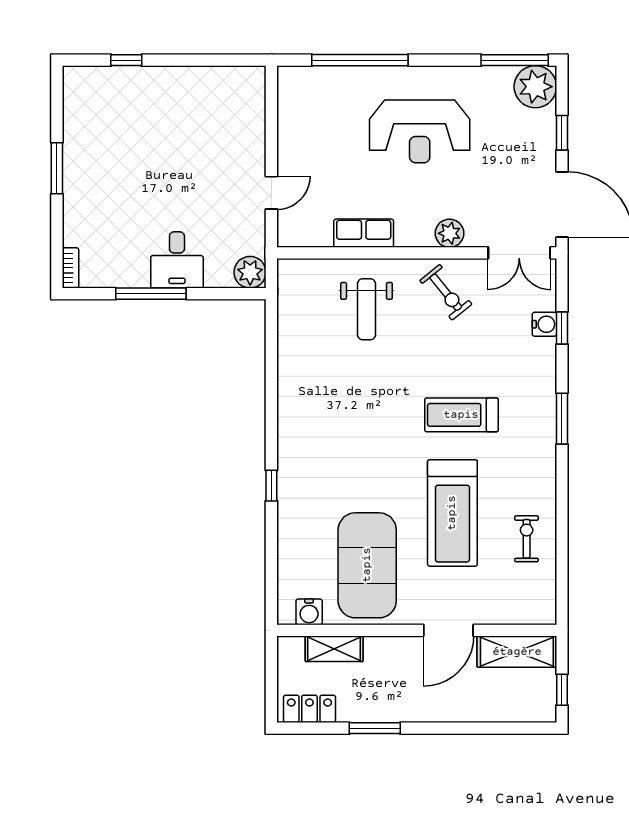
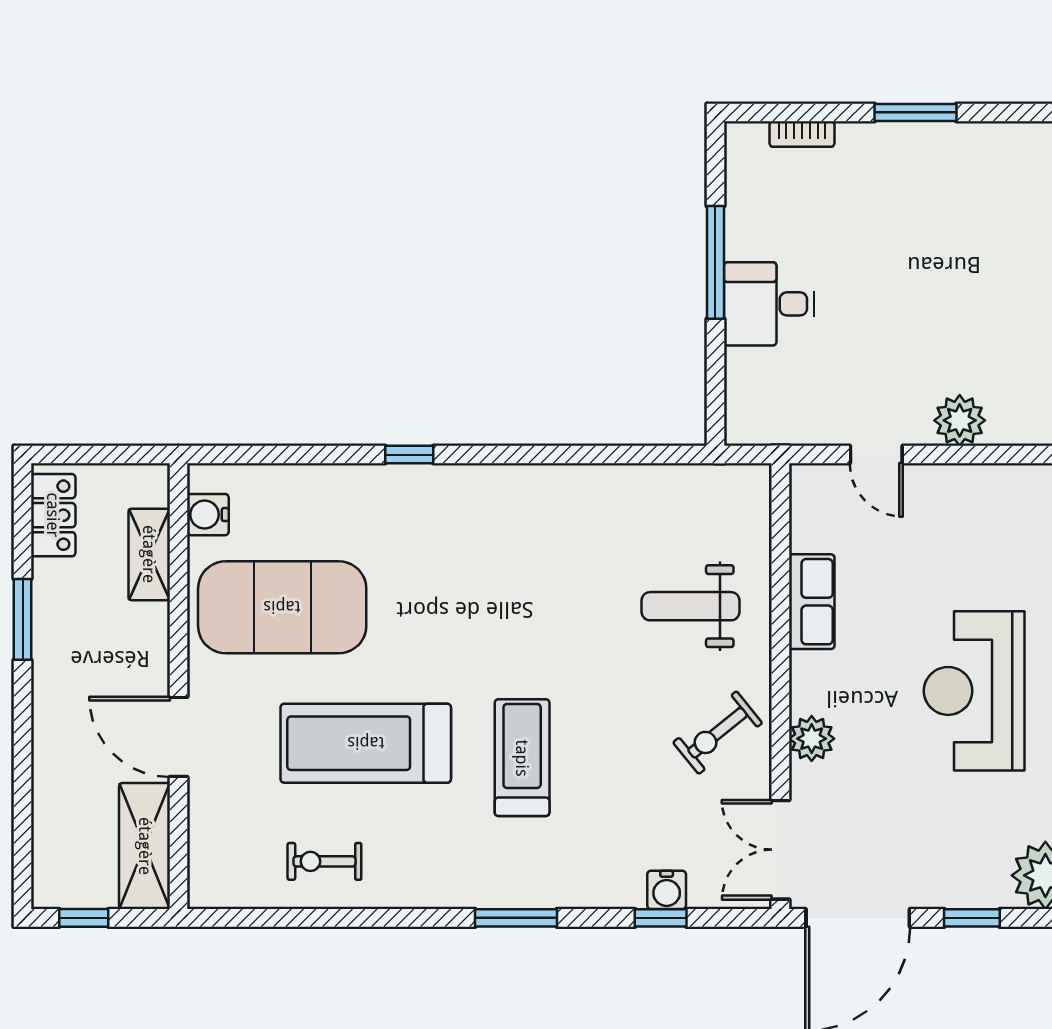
bookcase: (70, 268) -> (802, 134), moved
plant: (250, 272) -> (960, 420), moved
exercise bike: (527, 539) -> (324, 861), turned 180

